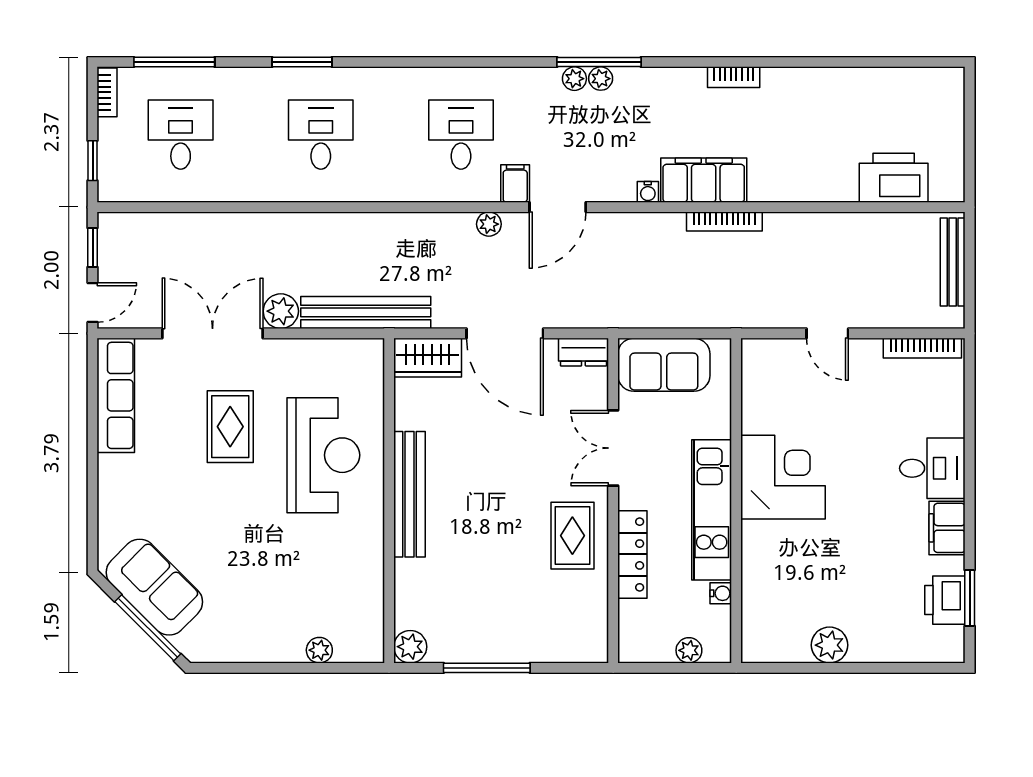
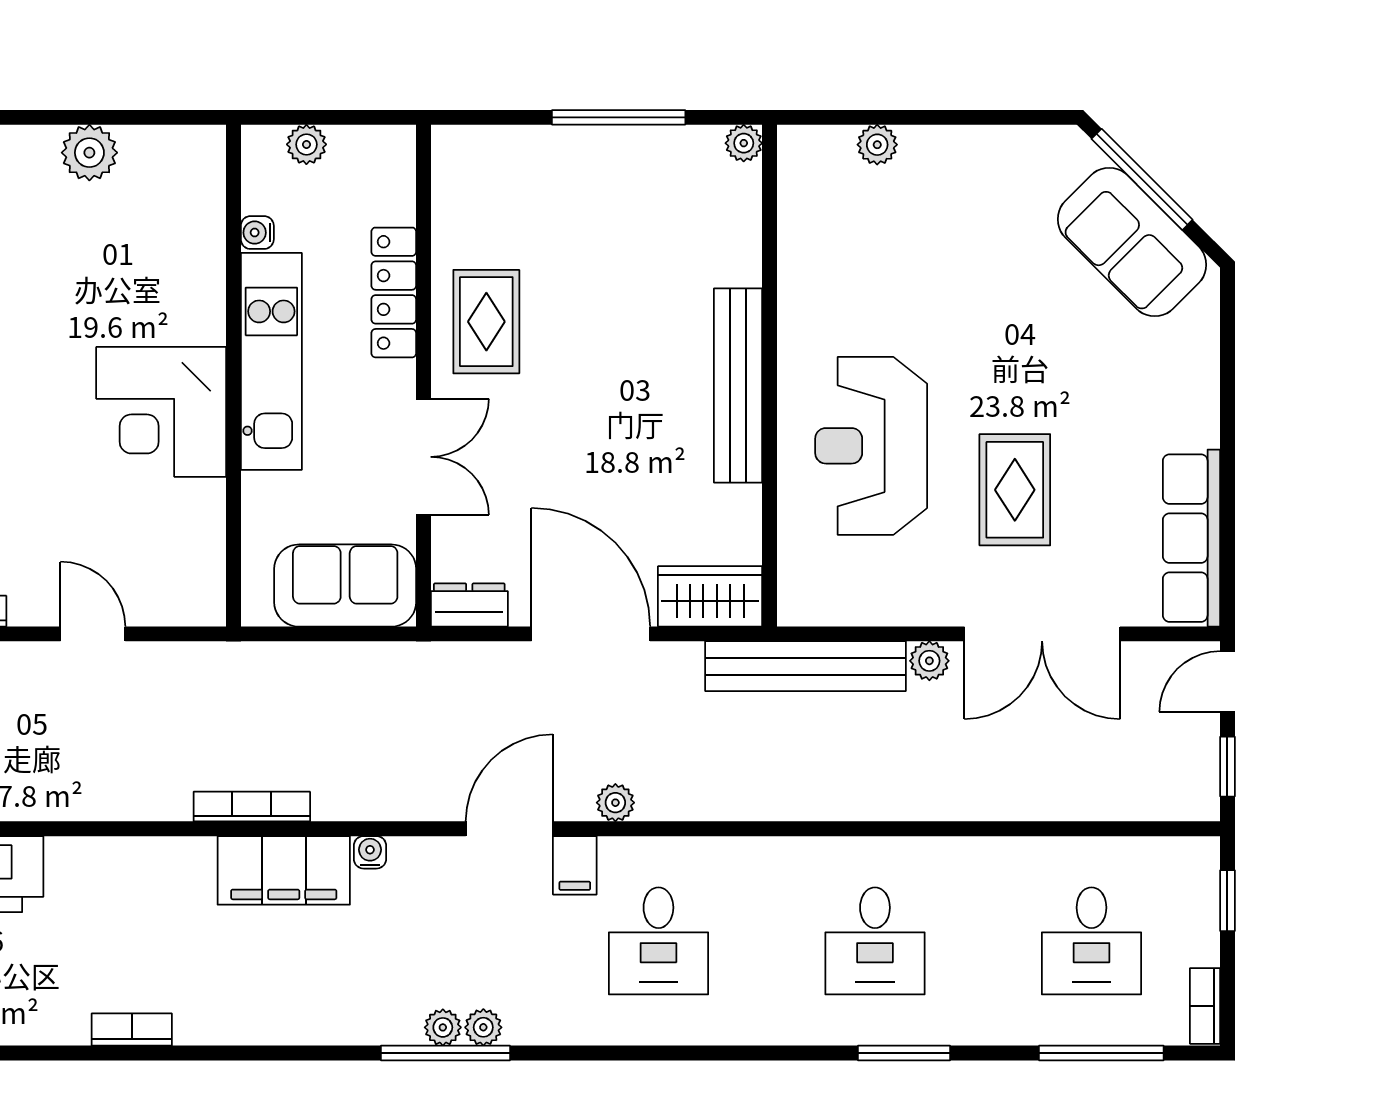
bookcase: (734, 77) -> (132, 1030), moved
plant: (281, 311) -> (929, 661), width x0.73, depth x0.73
plant: (410, 647) -> (744, 143), width x0.73, depth x0.73

